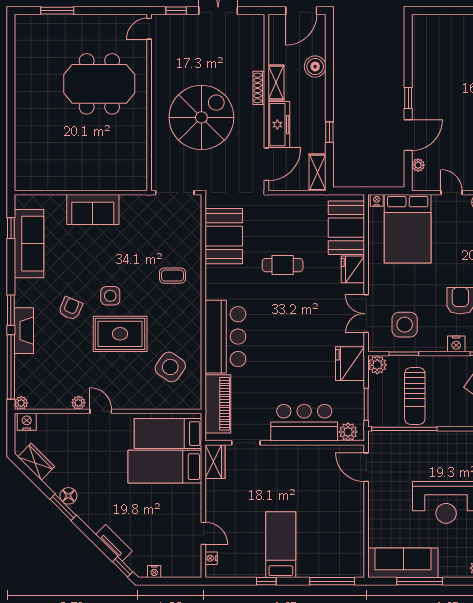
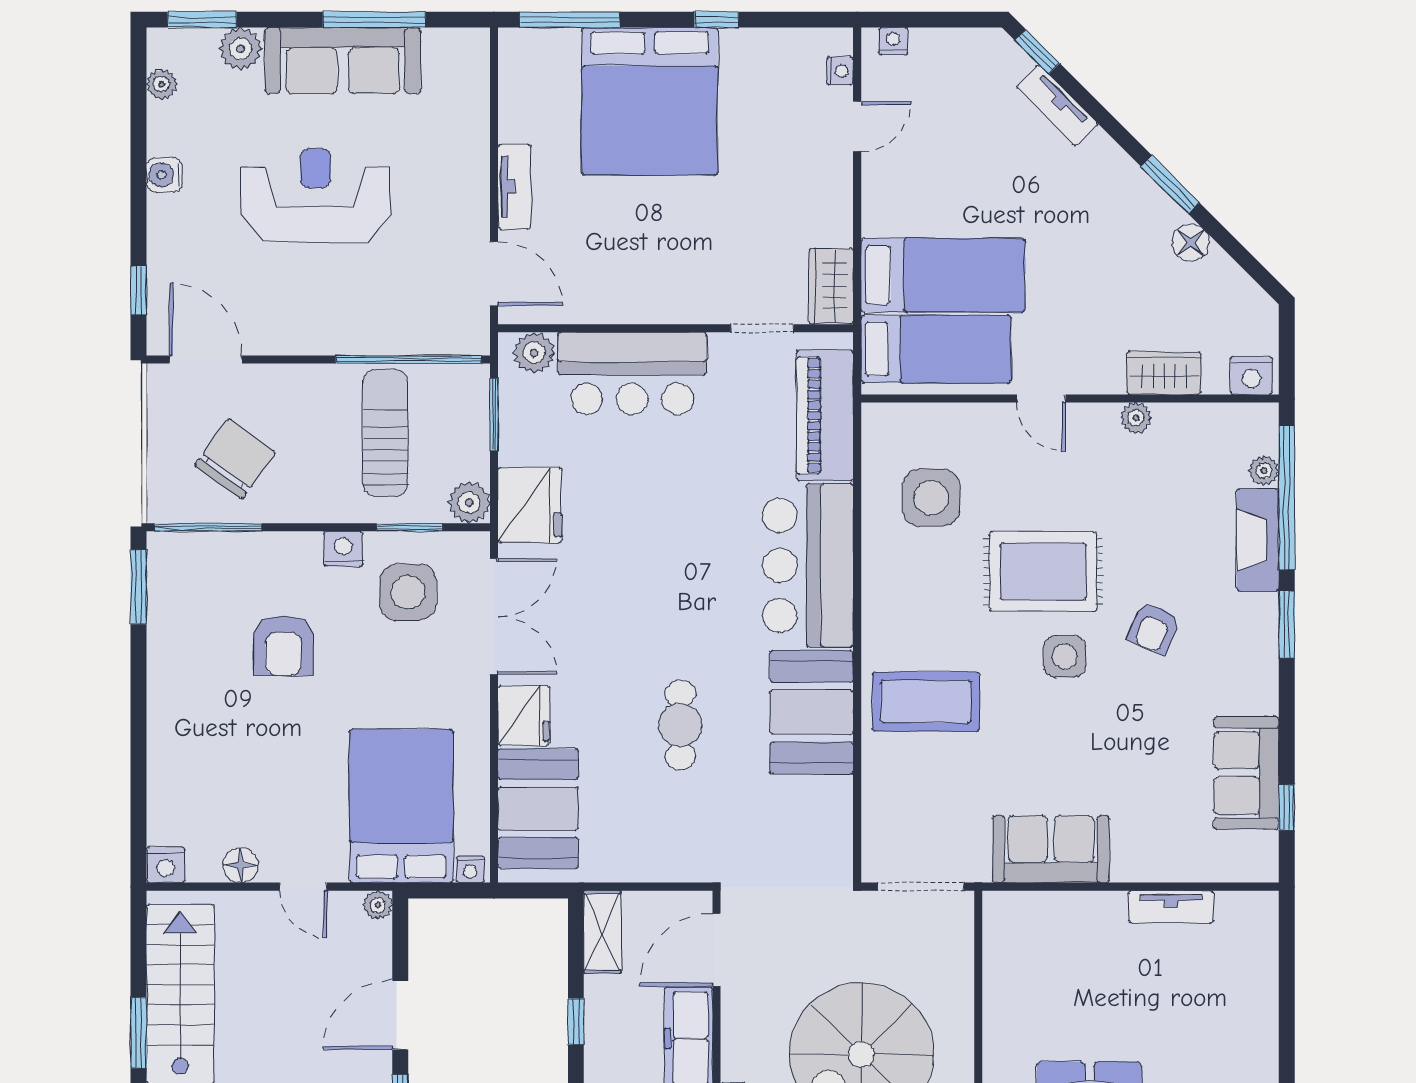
plant: (418, 165) -> (378, 905), moved
tv unit: (63, 184) -> (1171, 907), added
sofa: (93, 209) -> (1051, 849), moved
booth: (224, 236) -> (812, 712), moved
sofa: (29, 244) -> (1246, 773), width x0.73
cafe table: (283, 265) -> (680, 725), turned 90
coffee table: (173, 276) -> (926, 702), width x1.86, depth x1.72
double door: (366, 314) -> (494, 617), width x1.37
fireplace: (24, 331) -> (1258, 540), moved
nightstand: (456, 344) -> (343, 549), moved
side table: (170, 367) -> (931, 498), turned -35
plant: (21, 403) -> (1264, 471), moved
door: (101, 411) -> (1041, 398), moved
wardrobe: (36, 462) -> (1164, 373), moved, turned 135
floor lamp: (68, 496) -> (1191, 243), moved
tv unit: (357, 506) -> (514, 187), added
door: (203, 533) -> (857, 126), swing flipped
bed: (281, 545) -> (650, 101), width x2.04
sofa: (403, 563) -> (343, 61), moved
nightstand: (154, 571) -> (893, 41), moved

